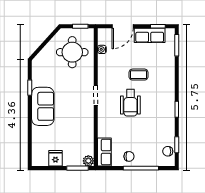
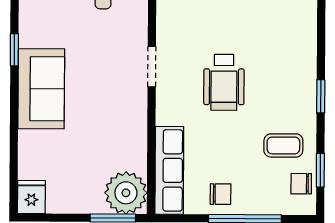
coffee table: (139, 75) -> (283, 145), moved
row of seats: (104, 152) -> (169, 170), width x1.48
fridge: (55, 158) -> (31, 197), moved
plant: (88, 161) -> (126, 193), width x1.88, depth x1.88

